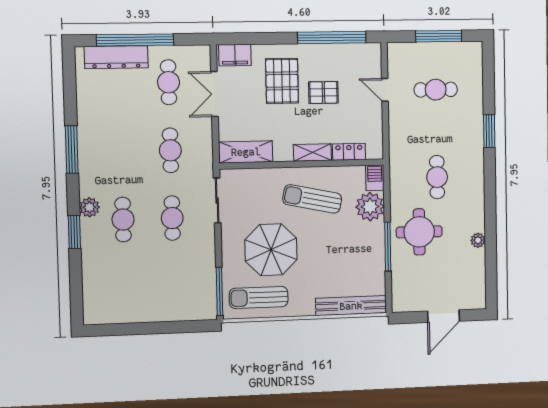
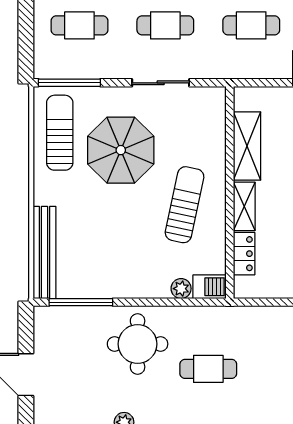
shelving: (246, 152) -> (247, 146), moved
sliding door: (217, 200) -> (161, 83), moved
plant: (370, 207) -> (181, 289), width x0.53, depth x0.53
window: (388, 247) -> (81, 302), moved
cafe table: (174, 285) -> (79, 25), added

